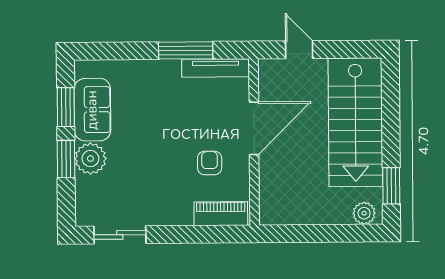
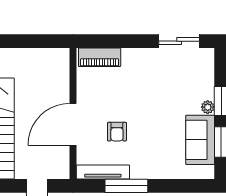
plant: (90, 159) -> (208, 107), width x0.53, depth x0.53
armchair: (210, 163) -> (117, 132), moved

